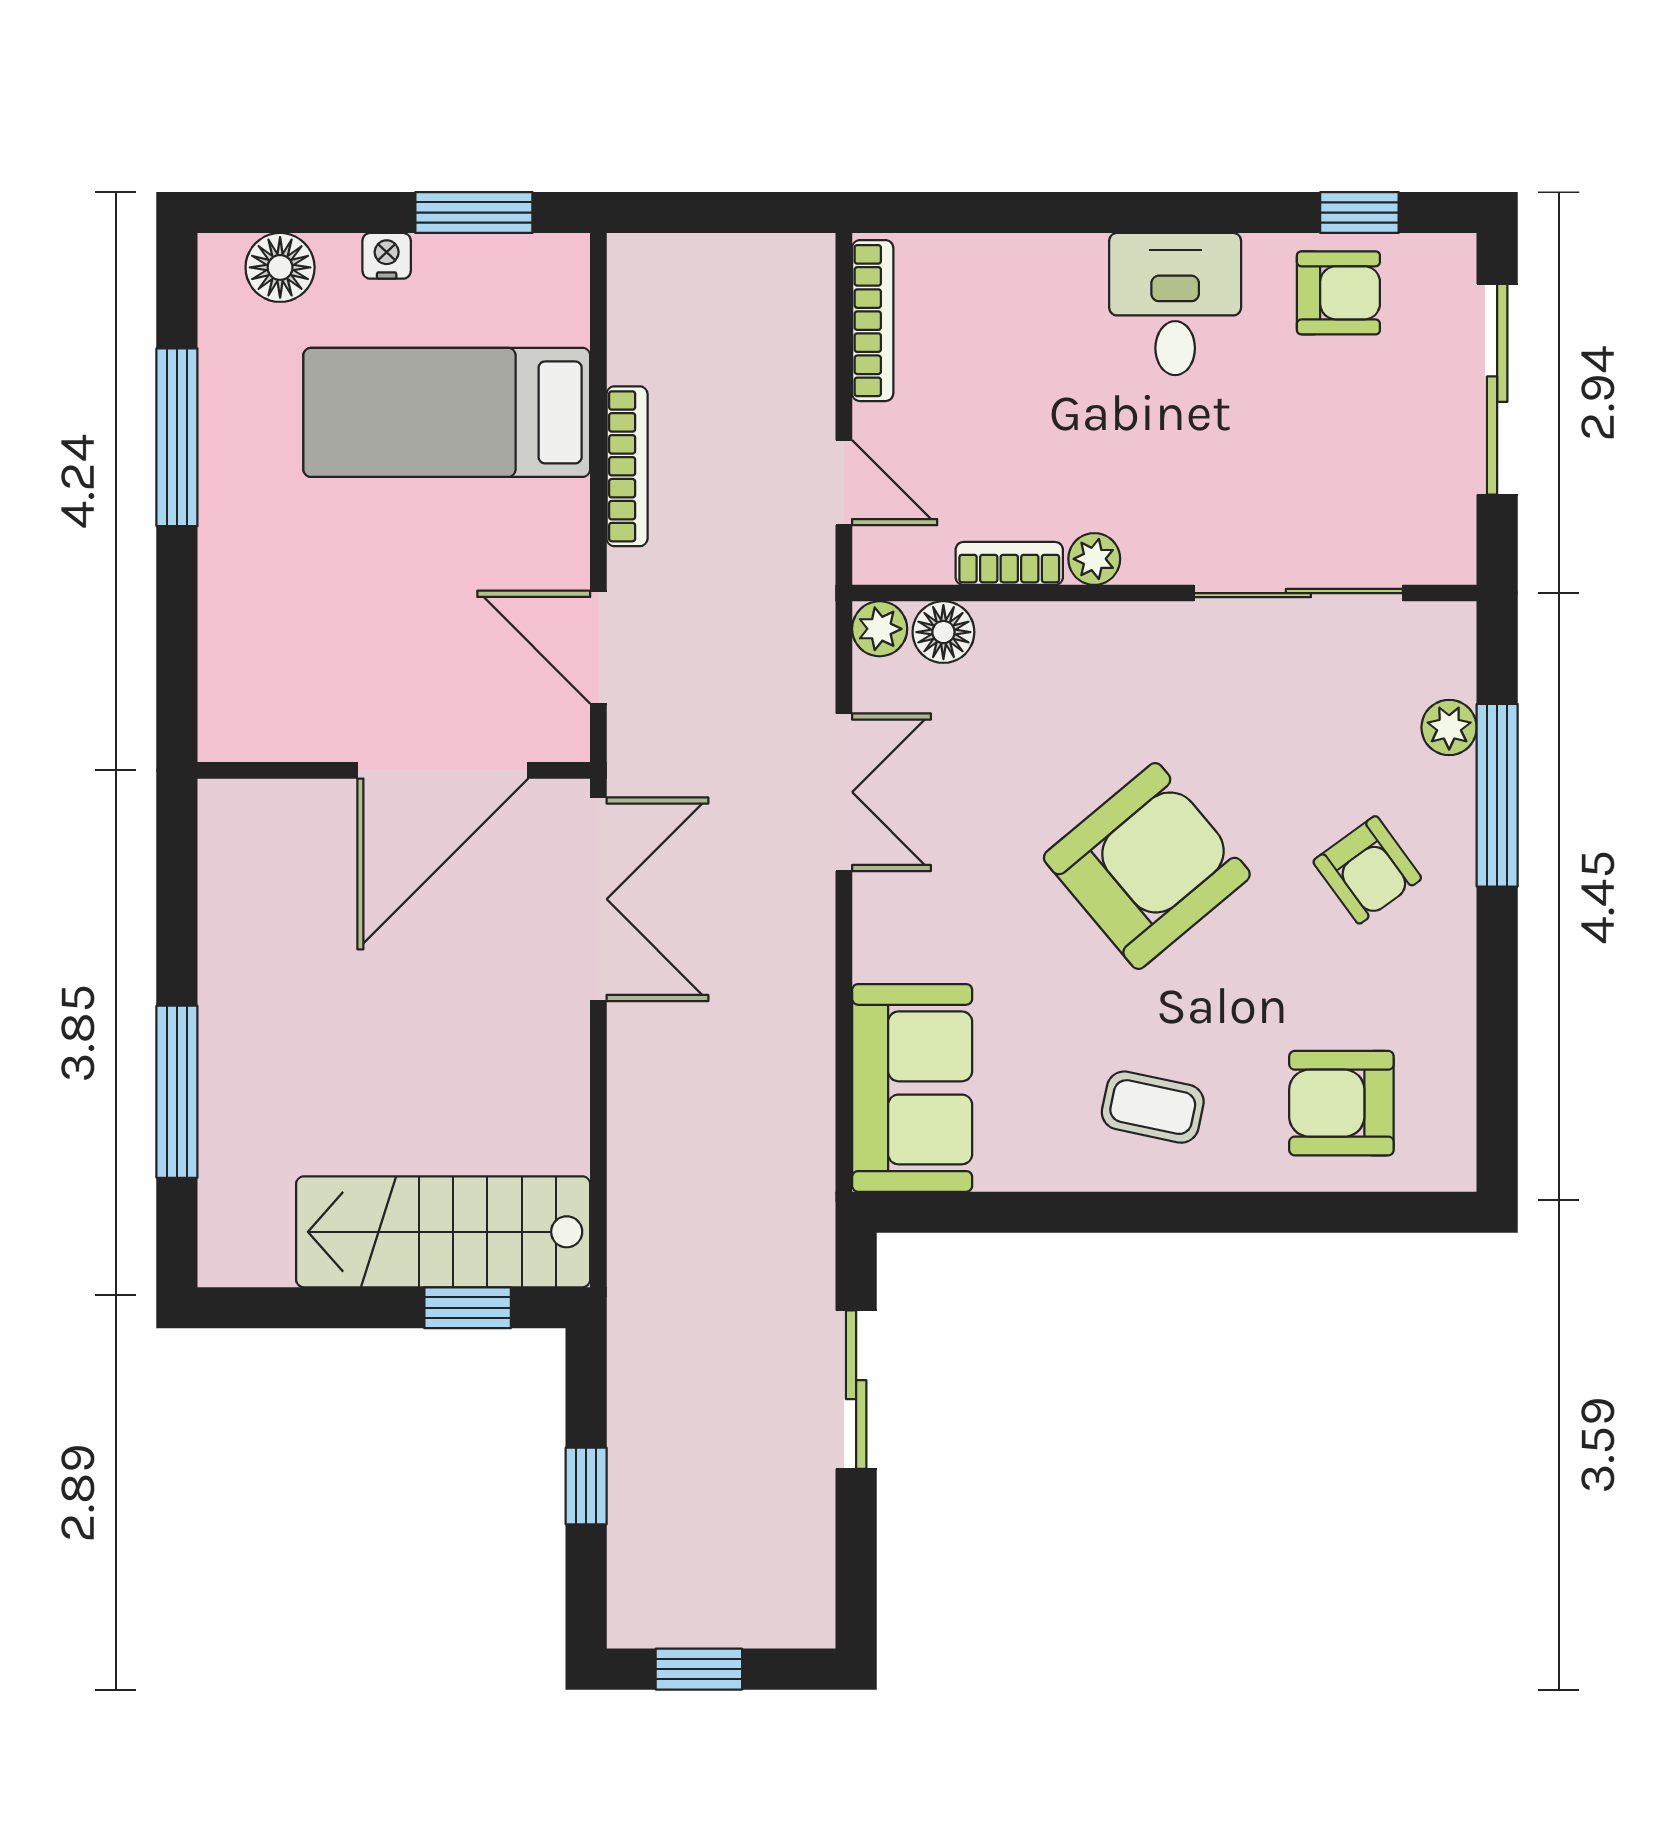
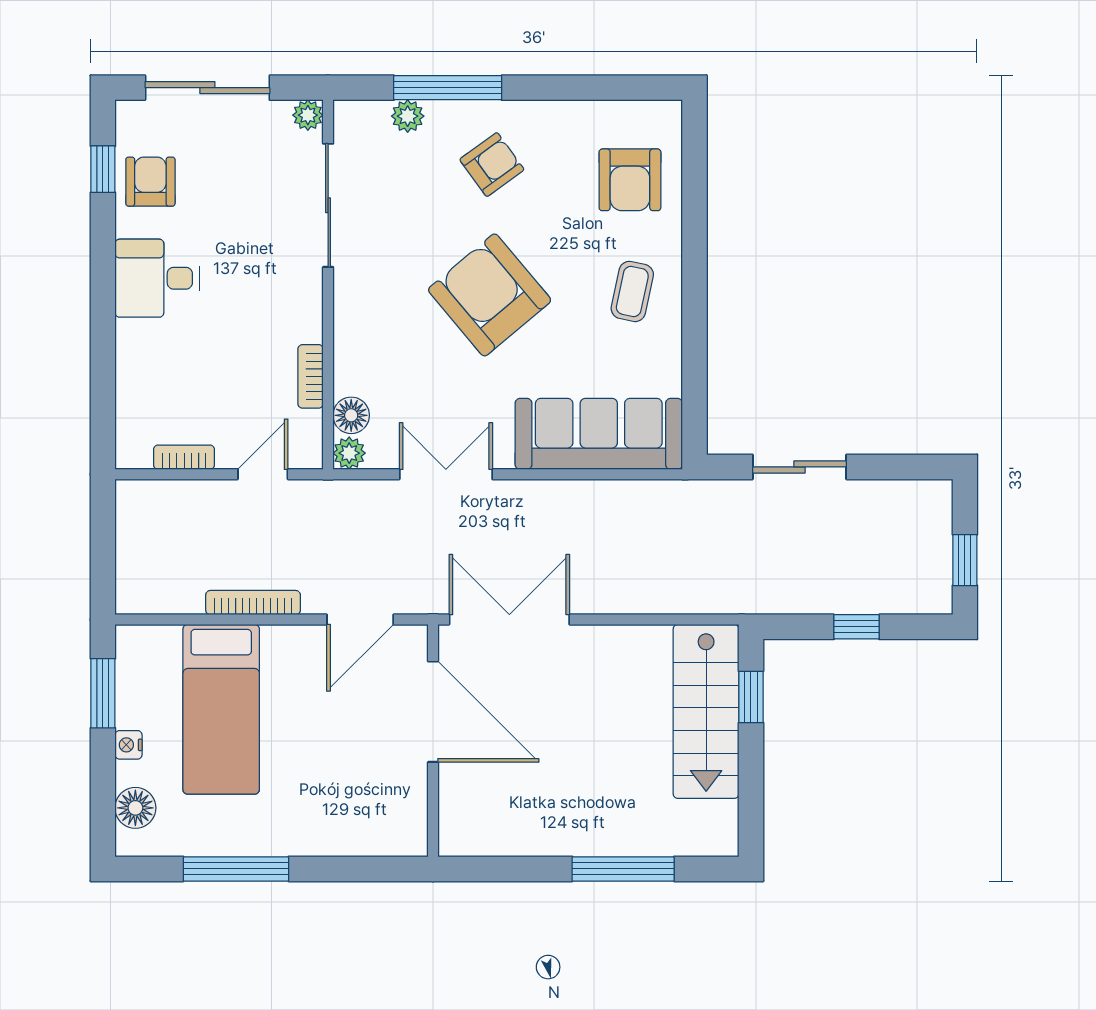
bookcase: (873, 321) -> (184, 457), width x0.64
plant: (1094, 559) -> (308, 115), moved
sofa: (912, 1088) -> (599, 434), width x1.36

